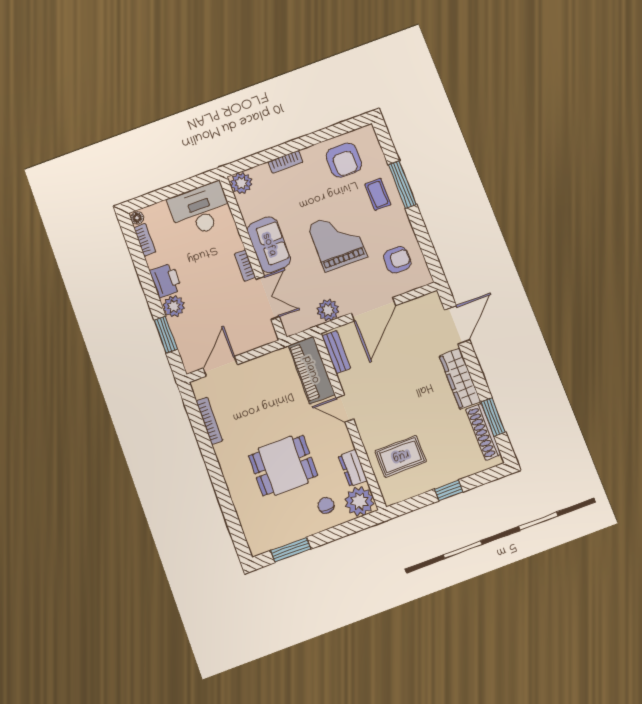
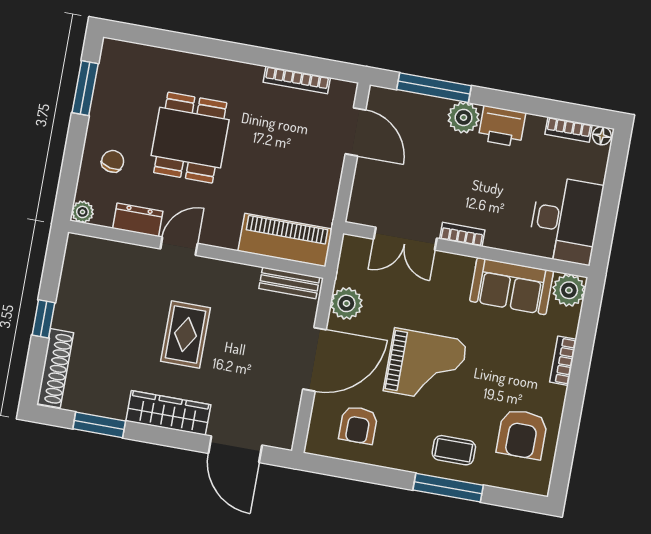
armchair: (344, 160) -> (522, 434), turned -90
sofa: (269, 245) -> (512, 286), moved
door: (373, 309) -> (315, 359), swing flipped
window: (166, 335) -> (434, 88), width x1.44
door: (345, 408) -> (179, 246), moved
shoe rack: (483, 432) -> (55, 368), moved, turned 90
rug: (401, 456) -> (186, 334), moved
plant: (359, 501) -> (83, 212), width x0.53, depth x0.53
chair: (326, 505) -> (113, 161), turned -78

